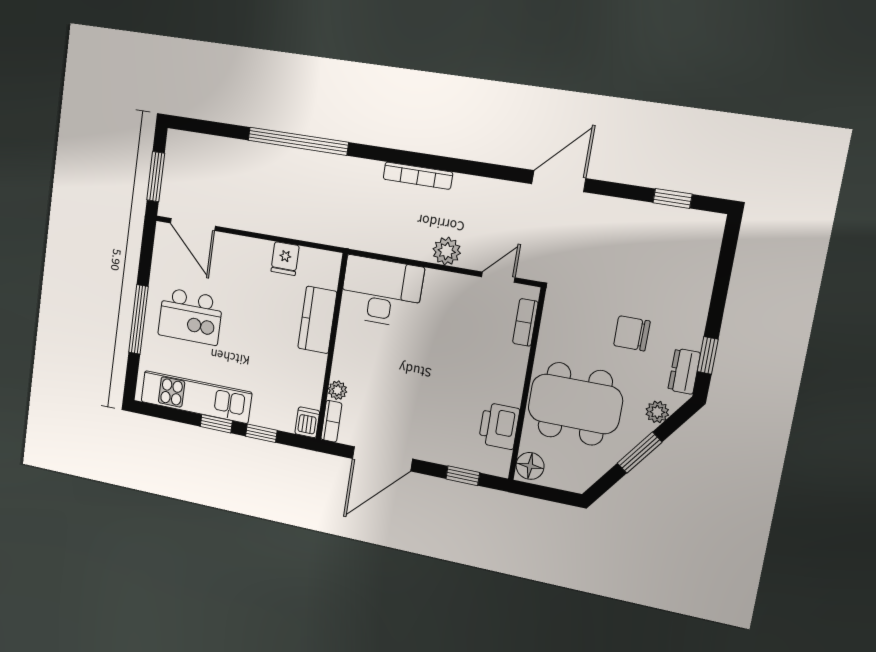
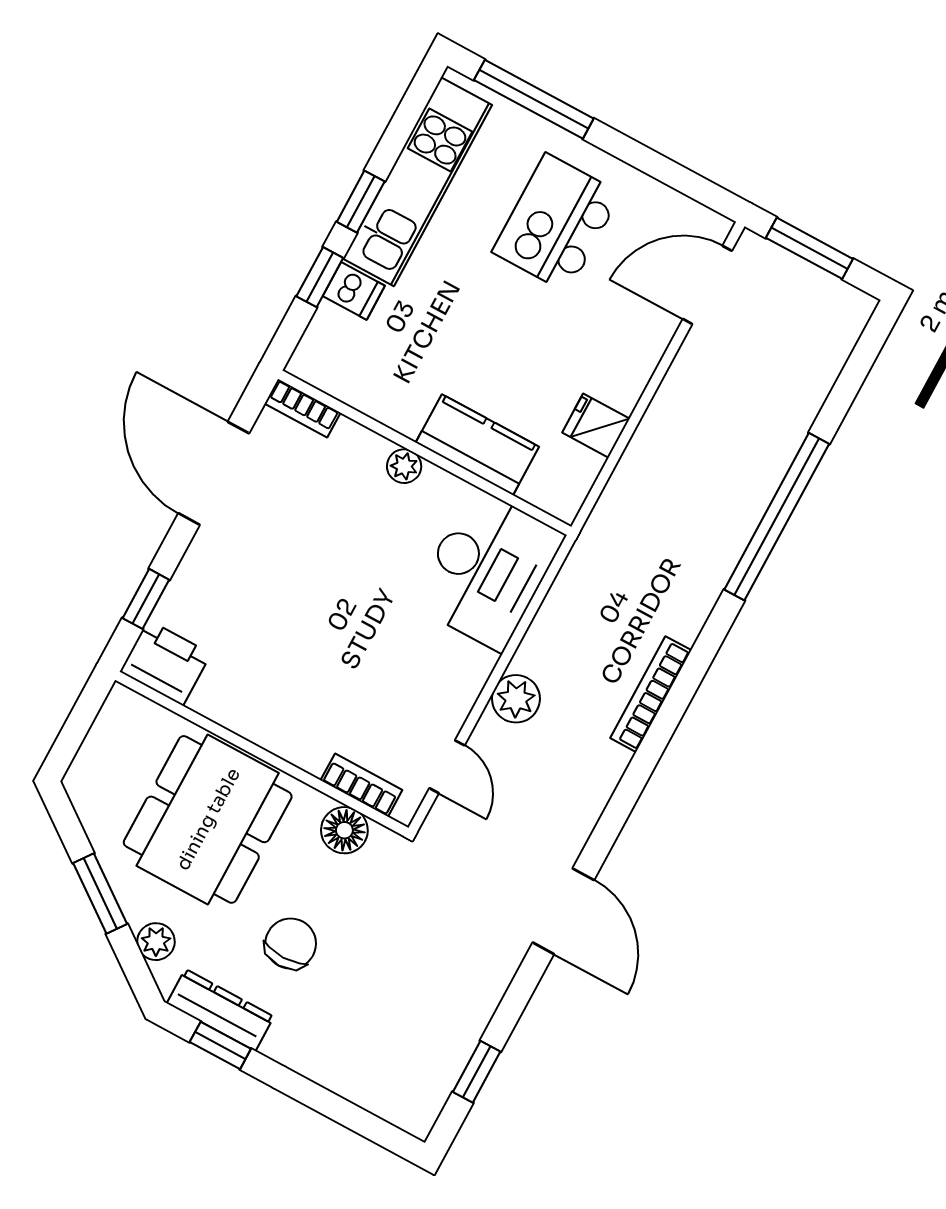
window: (138, 319) -> (534, 99), moved
dresser: (684, 371) -> (220, 1010), width x1.44
plant: (337, 390) -> (404, 466), moved
dishwasher: (307, 422) -> (354, 291), moved
printer: (499, 426) -> (165, 663), moved
floor lamp: (530, 466) -> (344, 830), moved

